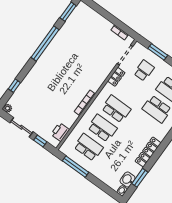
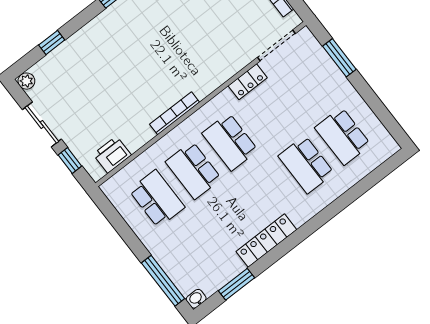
school desk: (144, 71) -> (303, 85), removed
school desk: (116, 109) -> (230, 142), turned 180
school desk: (102, 128) -> (193, 170), turned 180
window: (76, 167) -> (163, 281), moved
washbasin: (128, 180) -> (213, 281), removed

